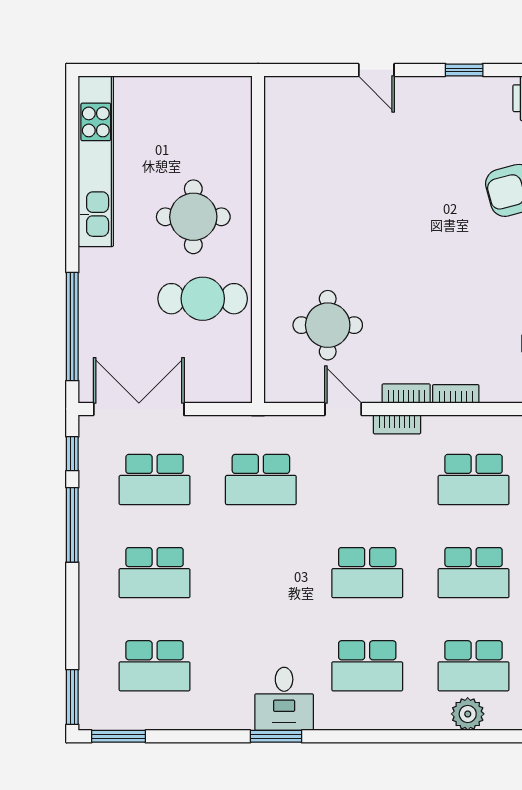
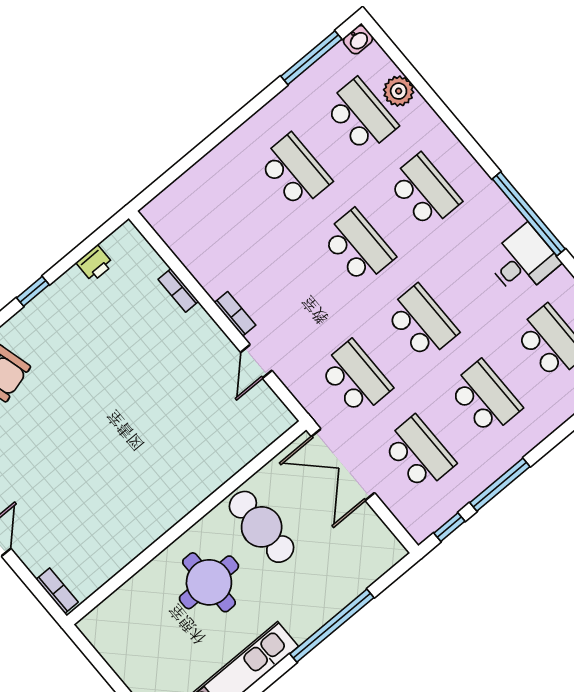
round table: (328, 325) -> (206, 422), removed
window: (72, 327) -> (332, 626), moved
bookcase: (406, 393) -> (57, 591), moved, turned 180
double door: (139, 409) -> (343, 465), moved
school desk: (474, 479) -> (422, 322), moved
desk: (284, 699) -> (523, 261), moved
window: (276, 736) -> (529, 214), width x2.11

